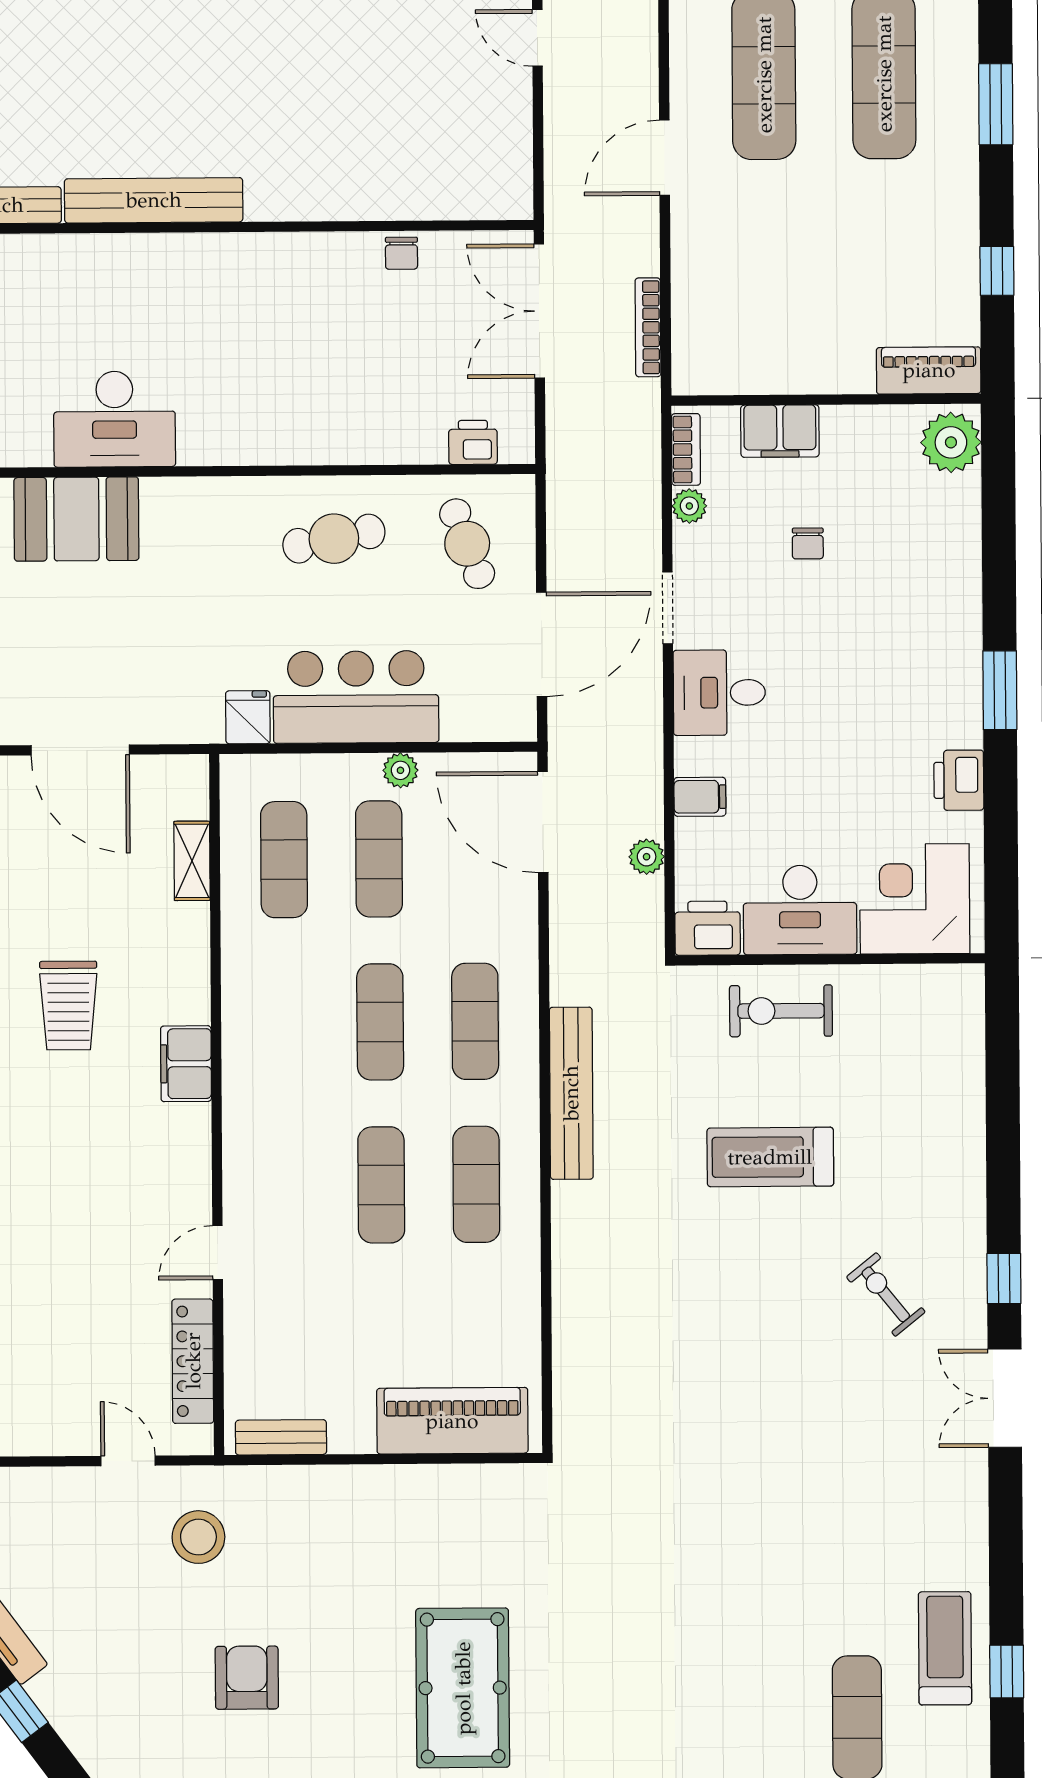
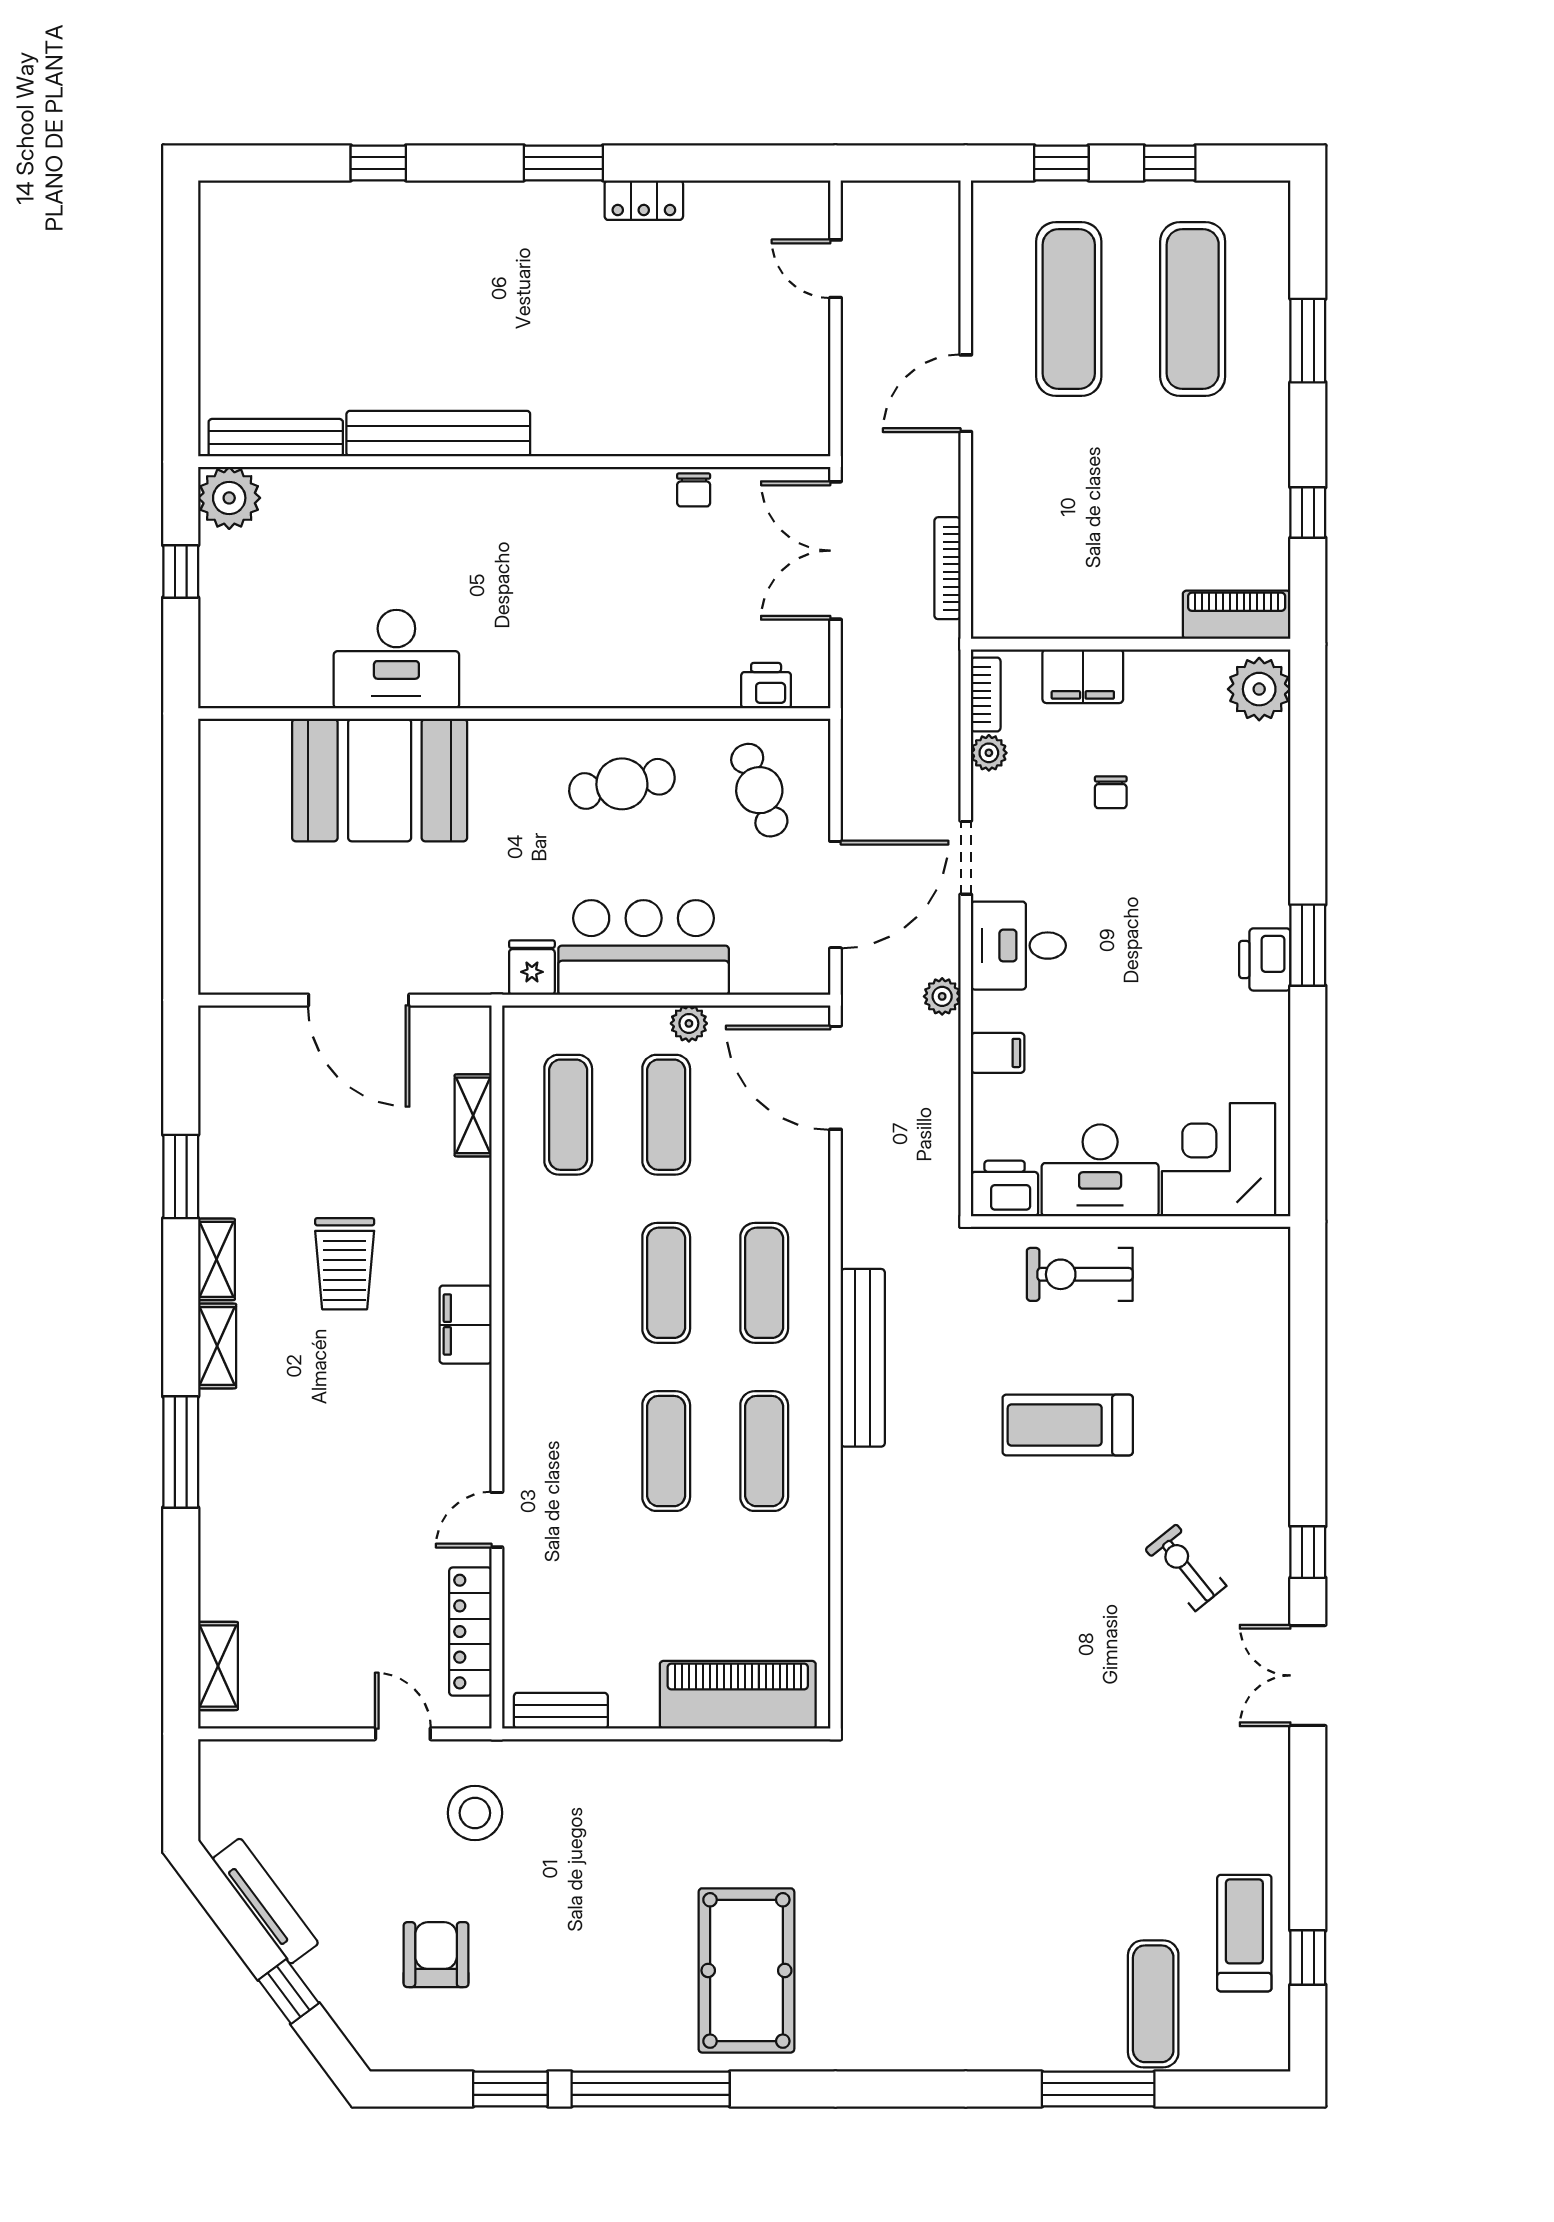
booth: (76, 519) -> (380, 780), width x1.36, depth x1.42
printer: (959, 780) -> (1265, 959), moved
plant: (647, 857) -> (942, 996), moved
armchair: (247, 1678) -> (436, 1955), moved

